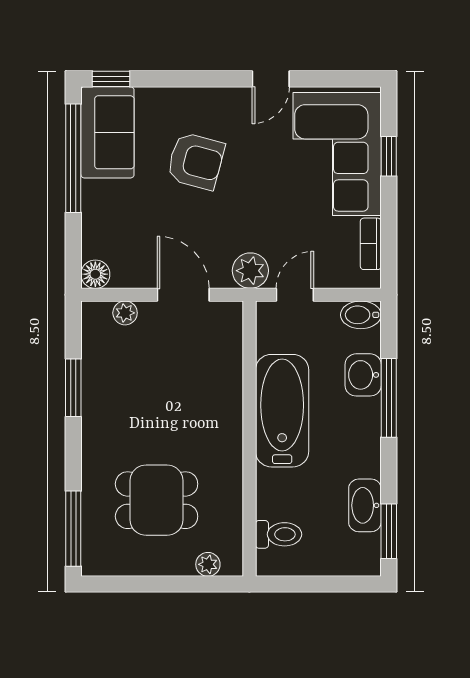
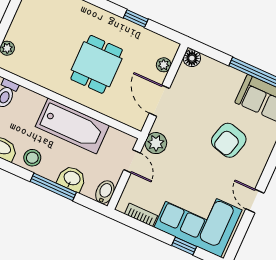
door: (183, 295) -> (159, 101), swing flipped
window: (73, 388) -> (136, 18), width x0.67
stool: (358, 450) -> (32, 158), added
dining table: (157, 500) -> (97, 64), moved

